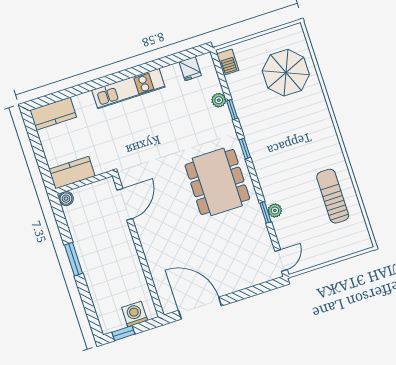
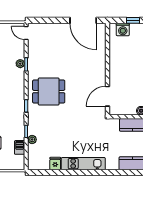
barbecue: (228, 62) -> (20, 147), moved
fridge: (190, 69) -> (55, 164), moved
dining table: (217, 182) -> (49, 92), width x0.73
door: (281, 260) -> (26, 33), hinge flipped

